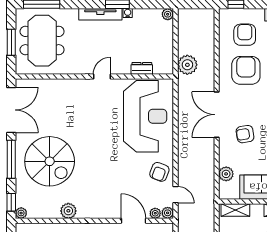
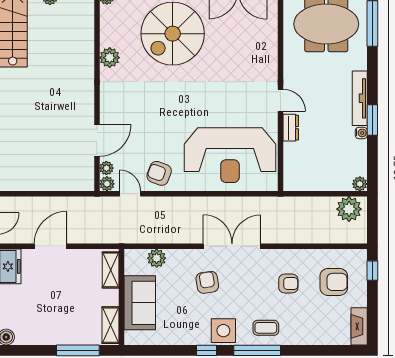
plant: (187, 65) -> (349, 209), moved
dresser: (142, 68) -> (291, 128), moved
armchair: (246, 70) -> (288, 284), width x0.53, depth x0.53
door: (175, 195) -> (130, 194), swing flipped

